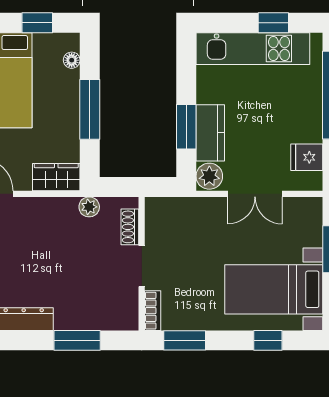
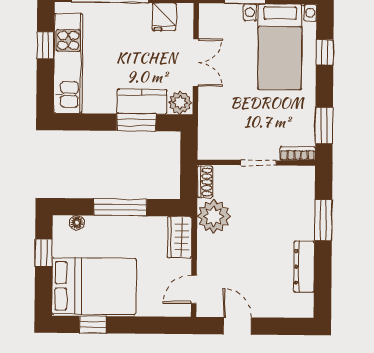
plant: (89, 207) -> (214, 216), width x1.87, depth x1.87
shoe rack: (130, 227) -> (205, 182), moved, turned -90

